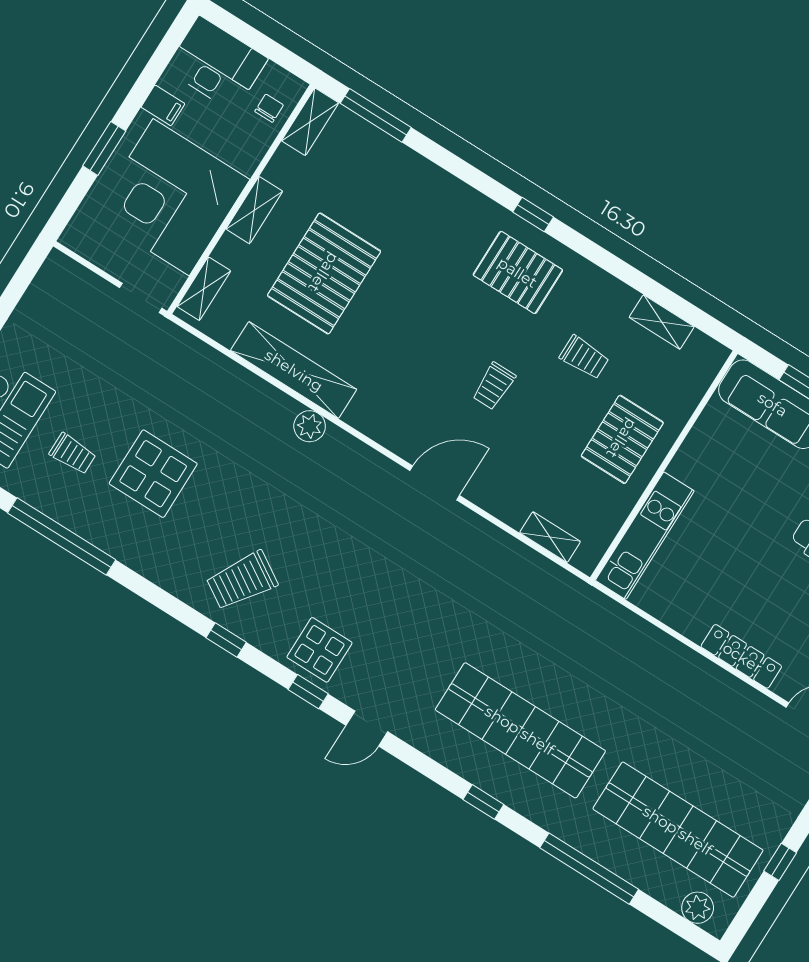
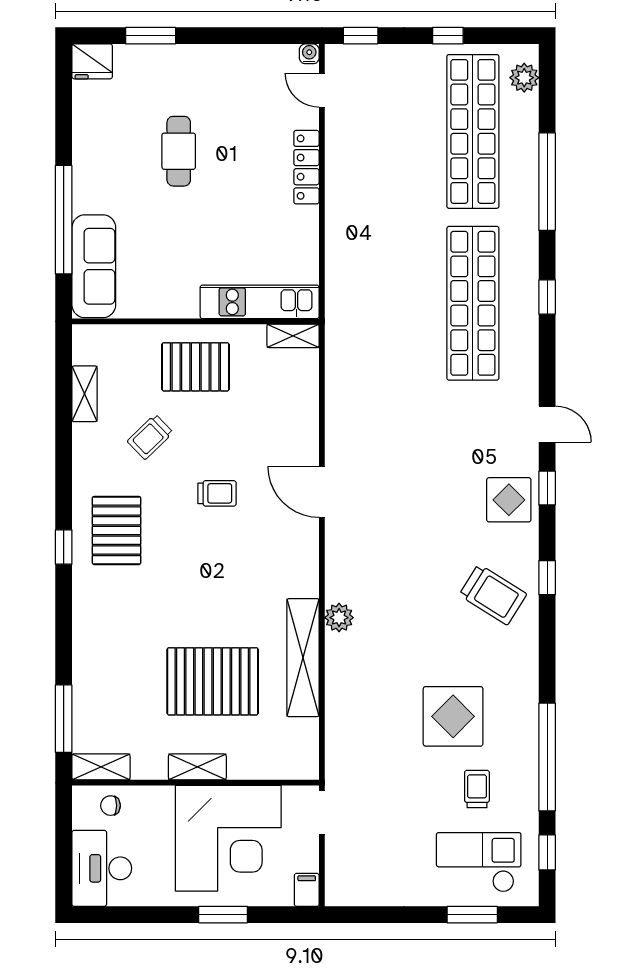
filing cabinet: (163, 105) -> (307, 890), moved
shelving: (204, 289) -> (284, 768), removed
trolley: (584, 357) -> (150, 437), turned -134
shelving: (550, 537) -> (293, 336), moved, turned 90

